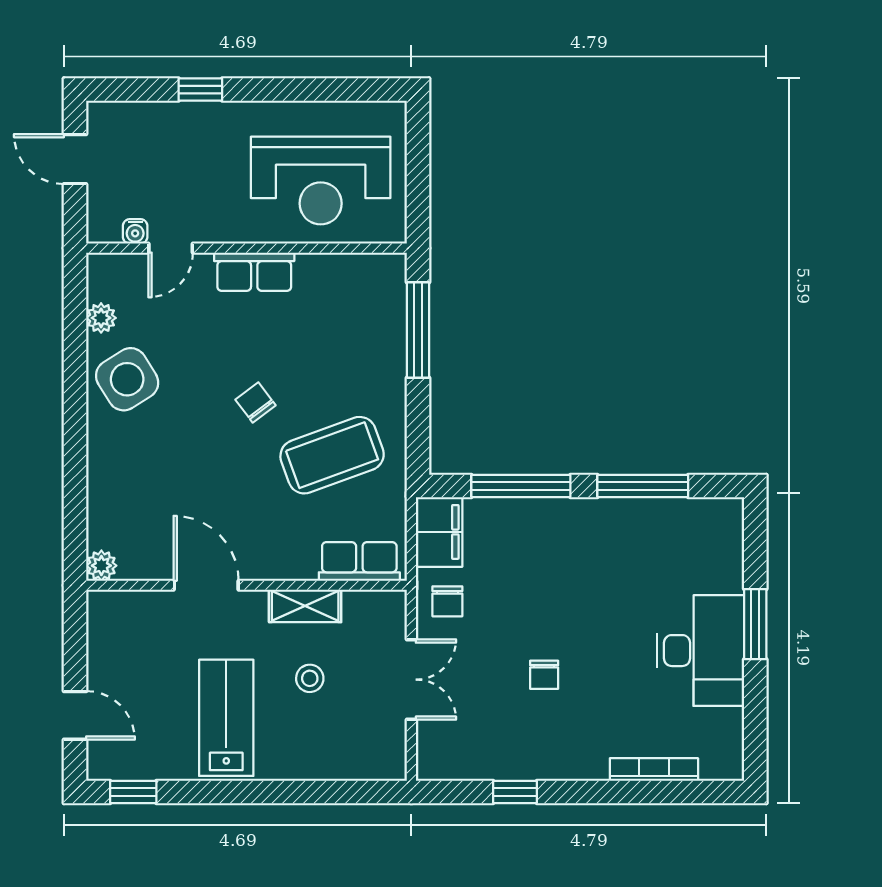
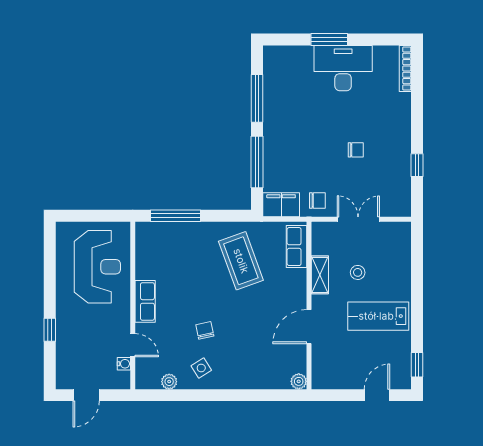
side table: (127, 379) -> (201, 368), width x0.54, depth x0.54
chair: (256, 402) -> (205, 330), moved, turned 115
bookcase: (654, 770) -> (405, 68), moved

